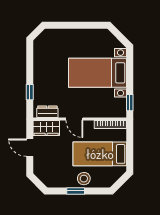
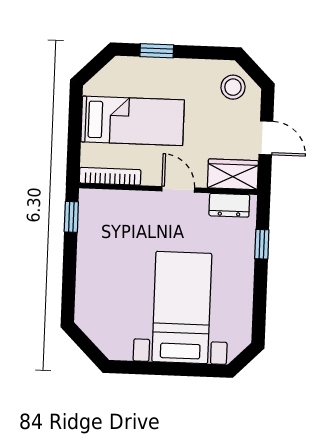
bed with nightstands: (97, 73) -> (182, 307), moved, turned -90
stool: (84, 179) -> (233, 87), moved
window: (76, 191) -> (157, 51), moved

